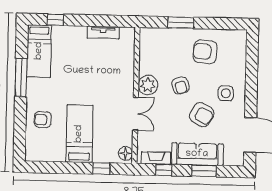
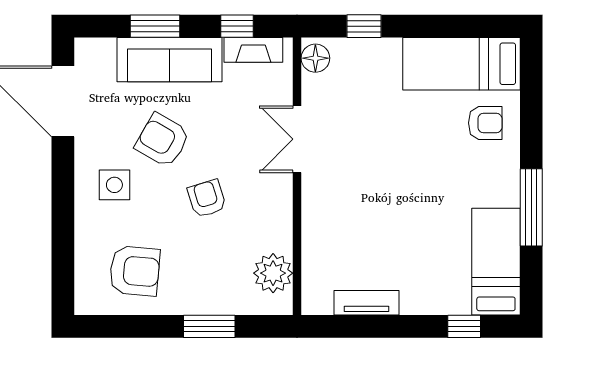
armchair: (205, 52) -> (135, 271), moved
plant: (148, 85) -> (273, 273), moved
bed: (79, 134) -> (462, 64), moved, turned 90

